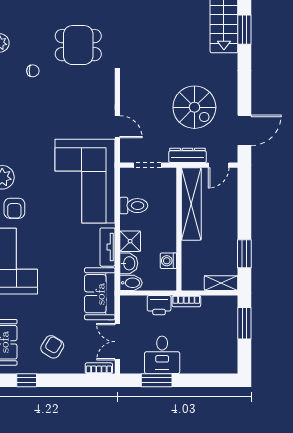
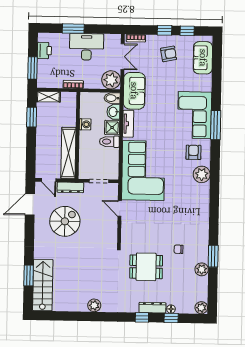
spiral stairs: (194, 107) -> (65, 221), turned 90
door: (219, 165) -> (49, 180), swing flipped
toilet: (134, 206) -> (109, 142), moved
washing machine: (168, 261) -> (85, 124), moved
printer: (159, 305) -> (44, 51), moved, turned 90
plant: (133, 309) -> (111, 80), added
armchair: (52, 347) -> (169, 54), turned -133
desk: (162, 355) -> (86, 47), width x1.37
window: (59, 380) -> (164, 30), added
window: (157, 380) -> (73, 29), moved

